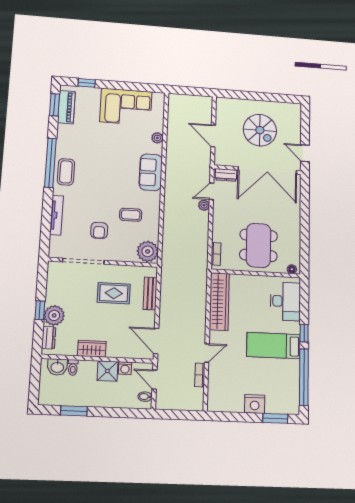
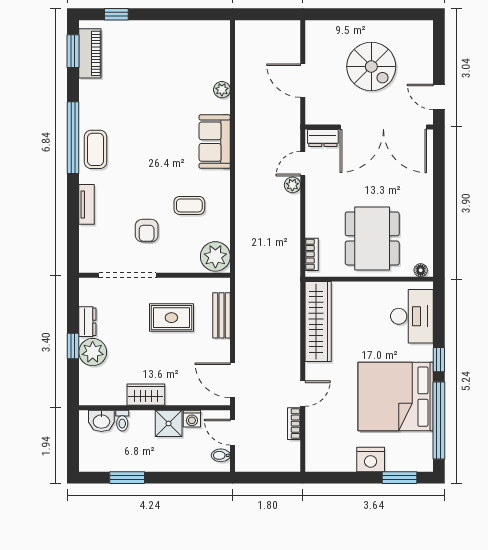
corner sofa: (126, 107) -> (175, 46), removed
tv unit: (56, 215) -> (87, 204), width x0.71
dresser: (49, 338) -> (87, 322), moved
bed: (273, 346) -> (396, 397), width x2.04

